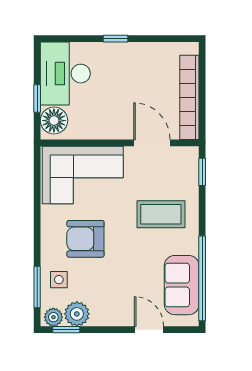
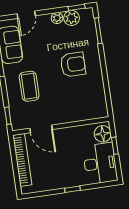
corner sofa: (83, 175) -> (80, 103), removed
coffee table: (161, 214) -> (29, 86), turned 90
side table: (59, 280) -> (86, 37), removed
plant: (53, 317) -> (57, 18), moved
door: (149, 330) -> (26, 15), hinge flipped

